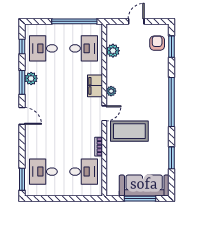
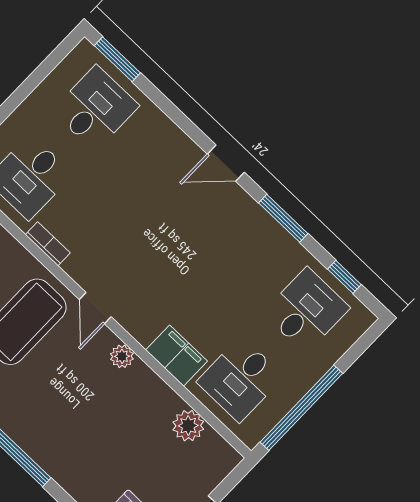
plant: (31, 78) -> (275, 240), removed
filing cabinet: (95, 86) -> (176, 356), moved

